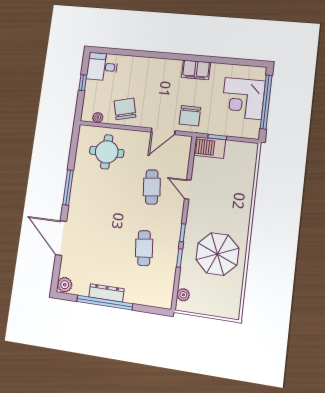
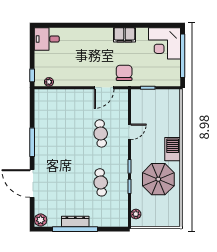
window: (83, 83) -> (32, 75), moved
corner desk: (243, 98) -> (164, 43), moved
chair: (125, 109) -> (71, 73), removed
chair: (190, 116) -> (124, 73), turned 180
barbecue: (210, 148) -> (173, 149), moved, turned 90
round table: (107, 152) -> (60, 109), removed
door: (188, 189) -> (129, 132), swing flipped

